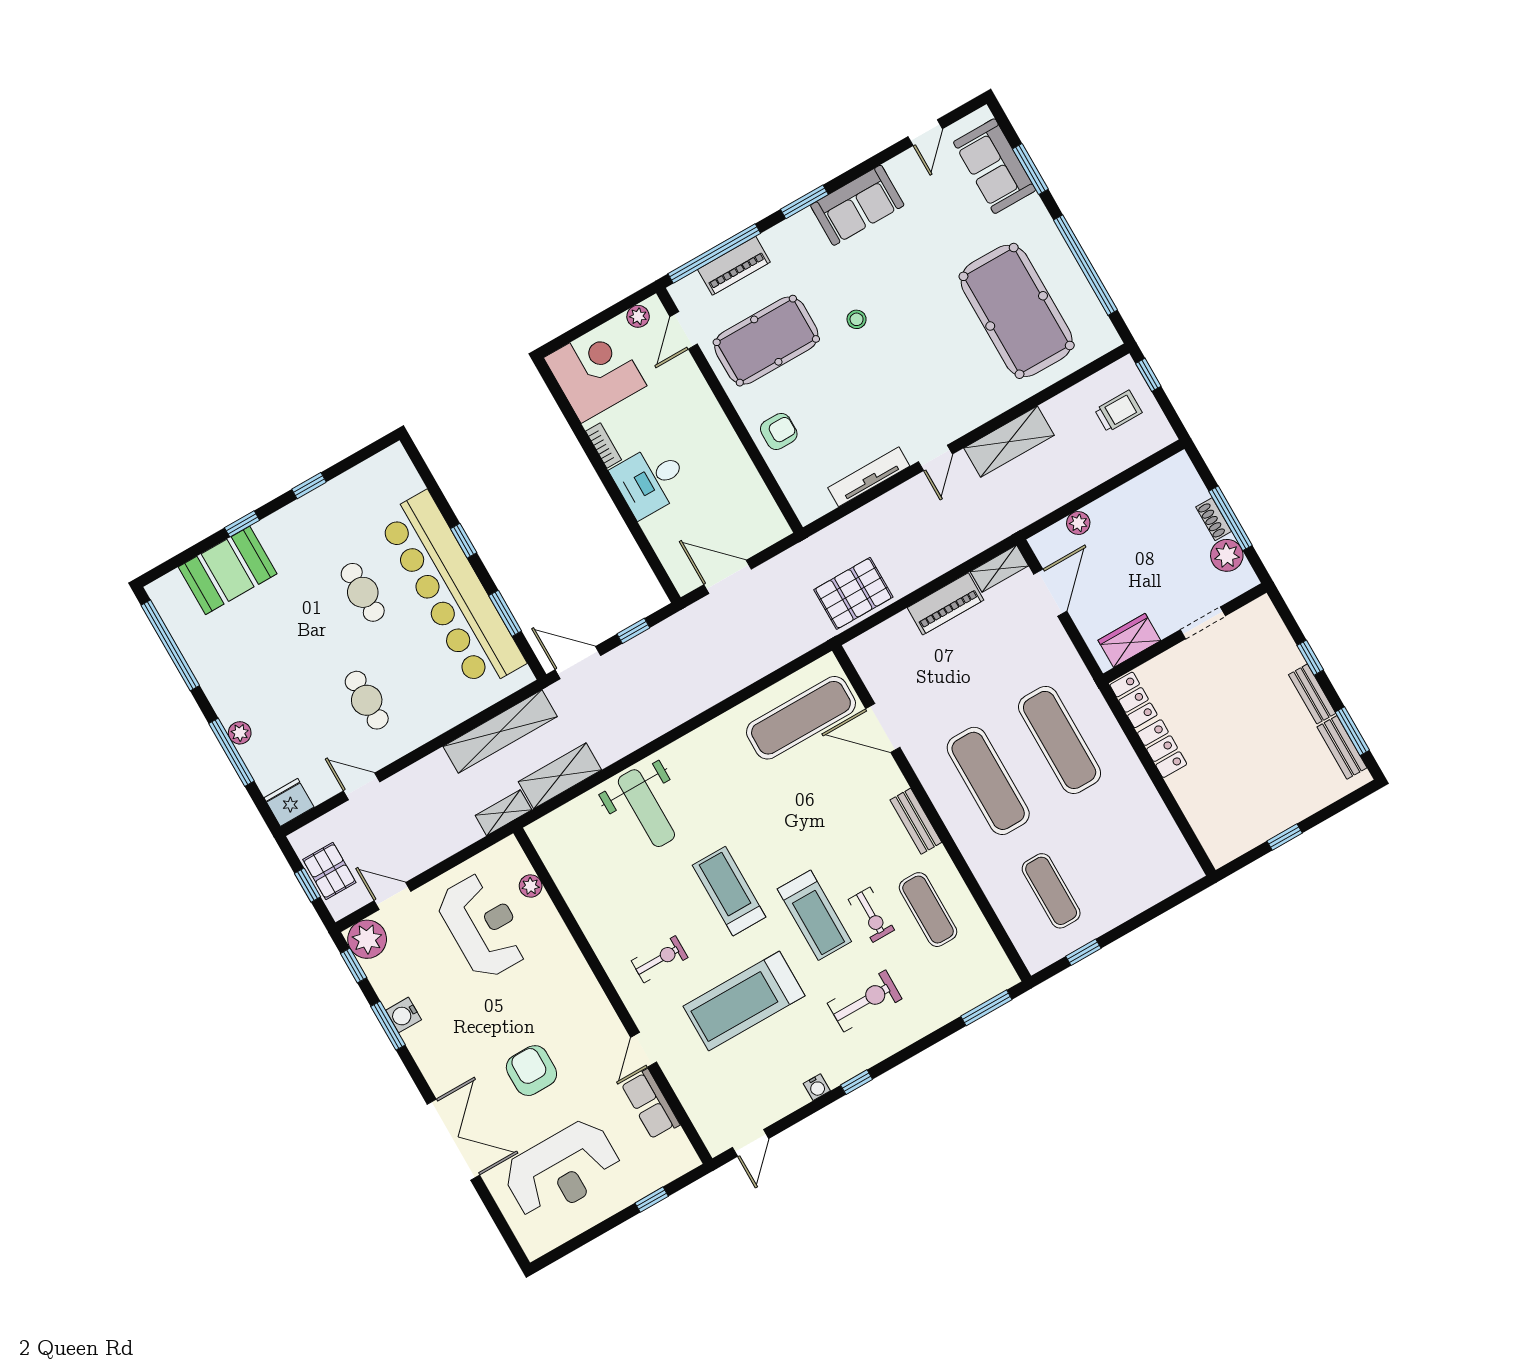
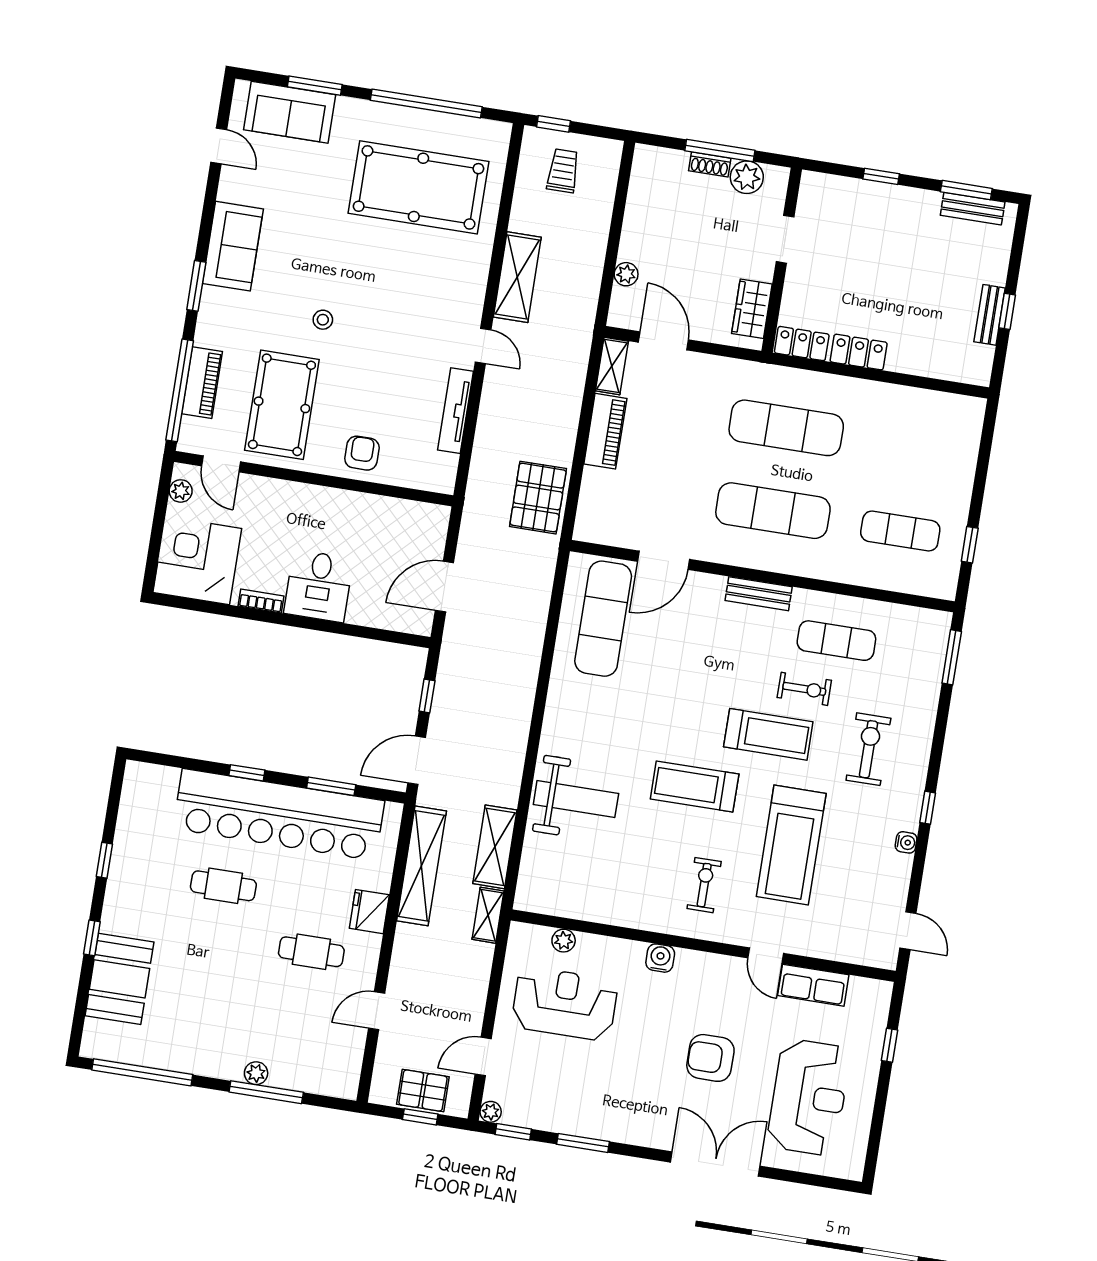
bench: (1312, 694) -> (990, 315), moved, turned 90
fridge: (289, 802) -> (369, 912), moved
plant: (367, 939) -> (491, 1112), width x0.53, depth x0.53
water cooler: (404, 1015) -> (660, 958), moved, turned 180

